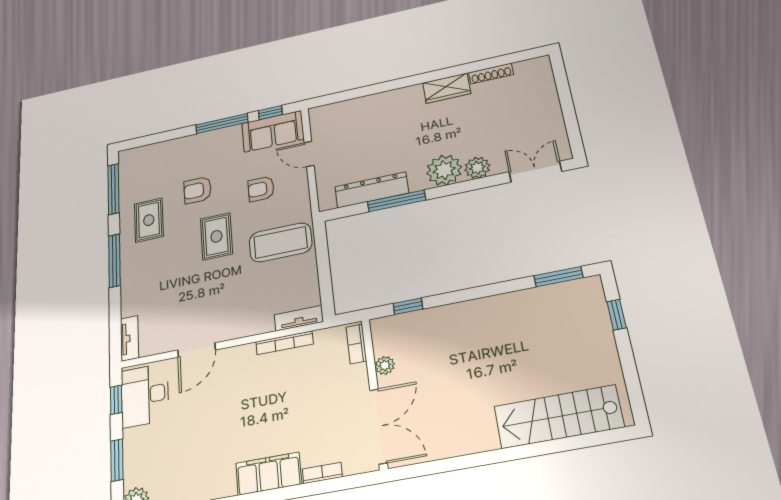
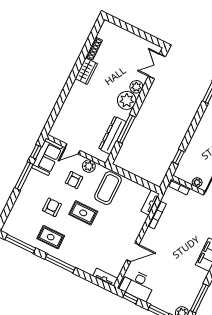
armchair: (198, 190) -> (52, 207), turned 180
plant: (298, 193) -> (89, 166), added
door: (197, 350) -> (133, 252), hinge flipped

